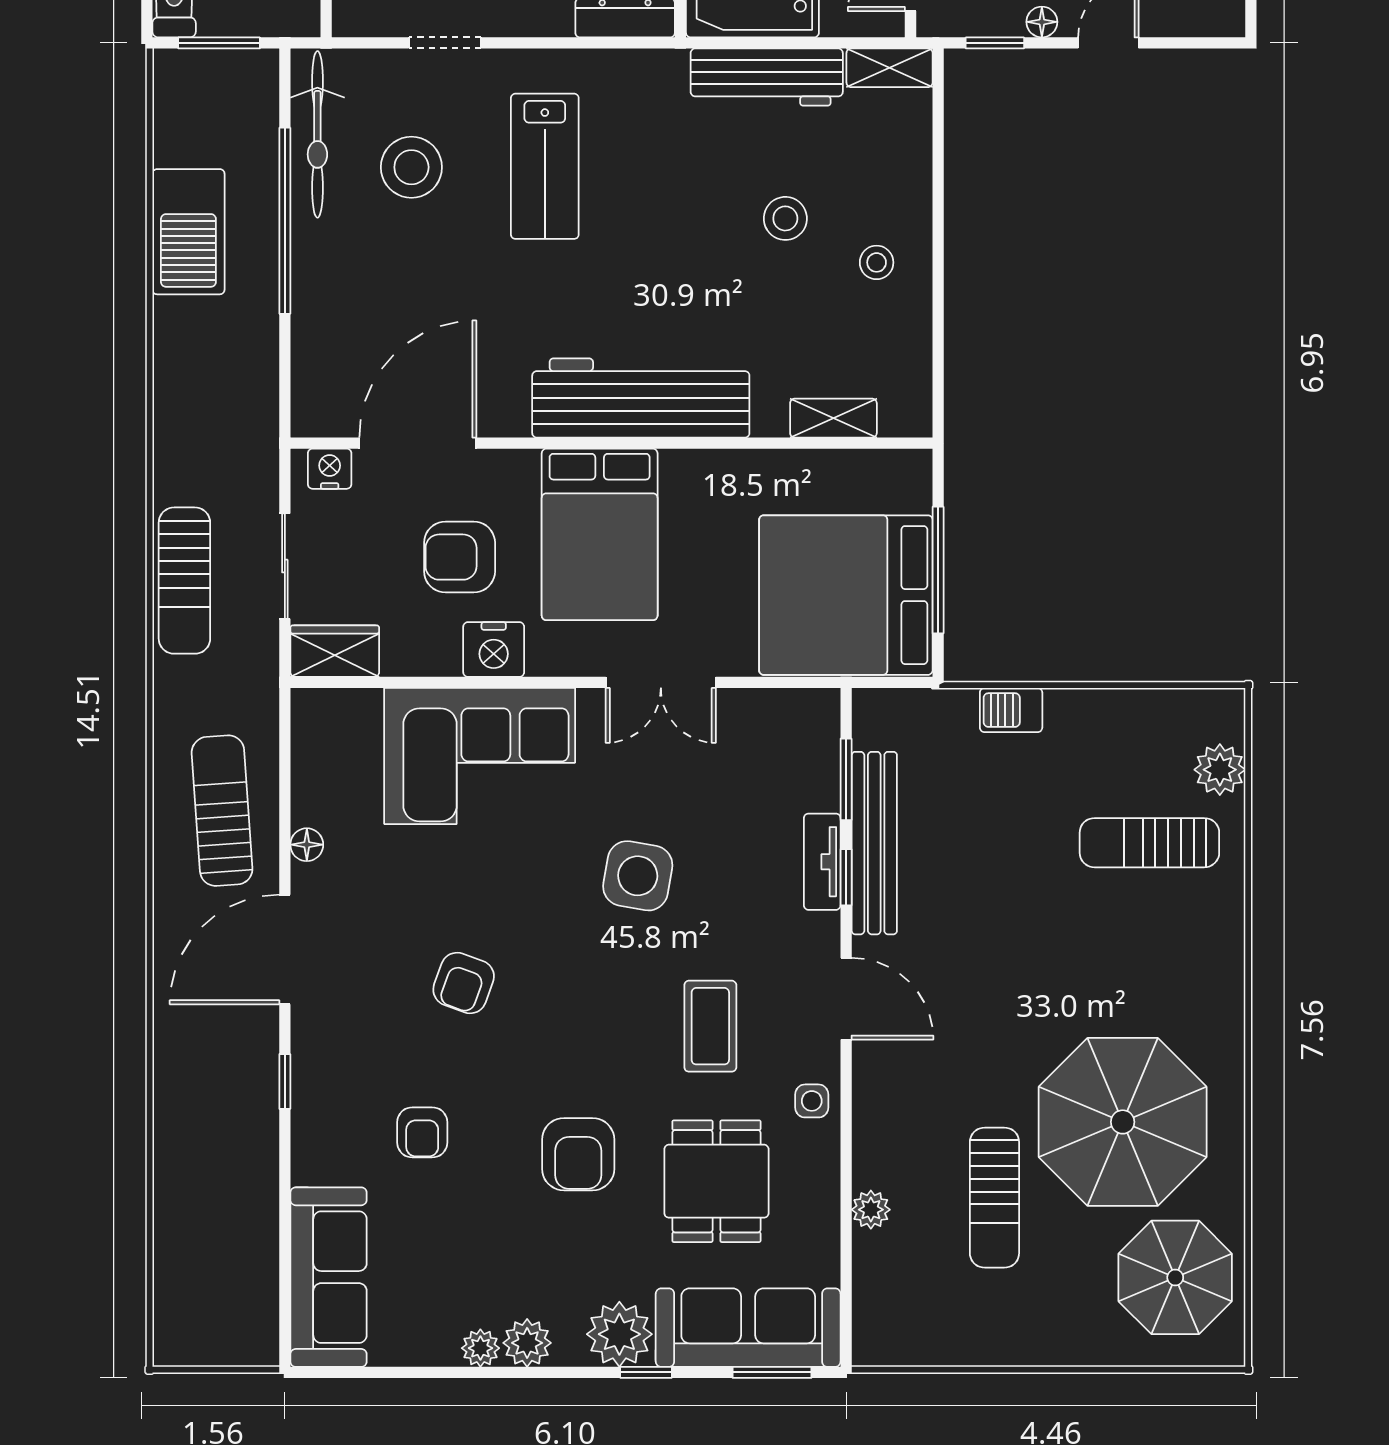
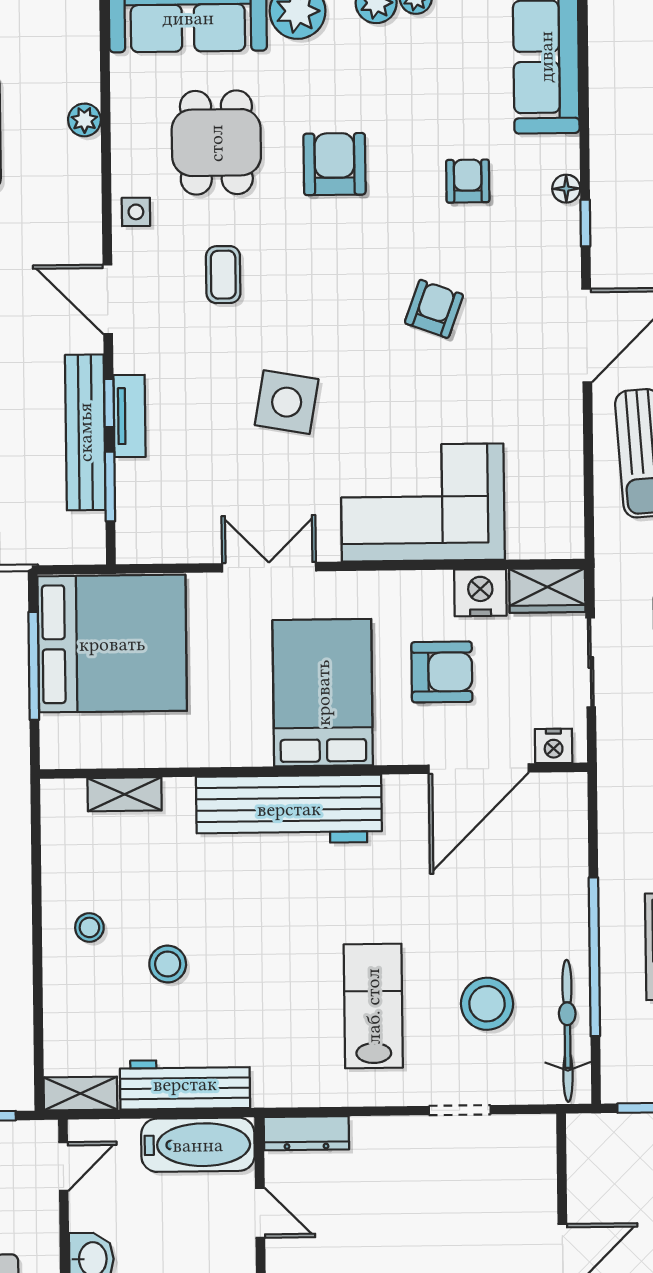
nightstand: (494, 650) -> (480, 593), moved
floor lamp: (307, 845) -> (566, 189), moved
coffee table: (710, 1026) -> (223, 275), width x0.73, depth x0.77

